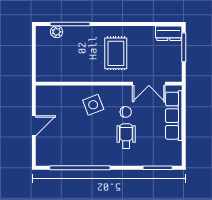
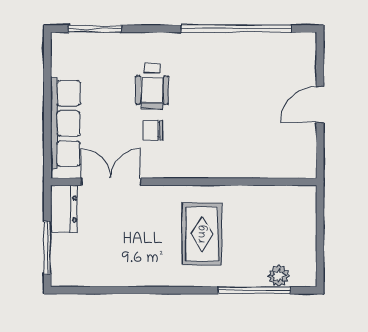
dresser: (169, 33) -> (64, 209), moved, turned 90
rug: (116, 53) -> (202, 234), moved
side table: (93, 105) -> (212, 143), removed

